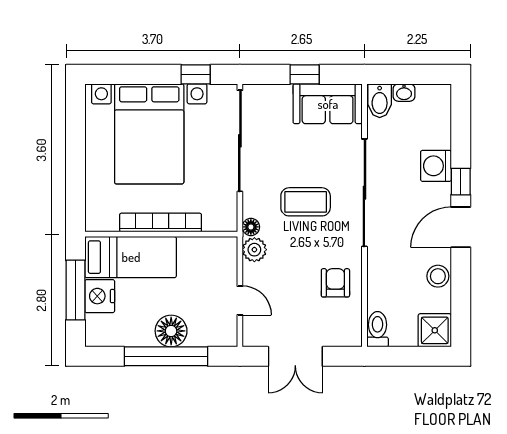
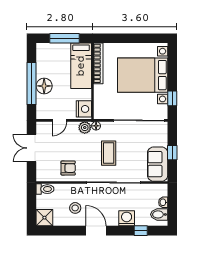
bidet: (380, 101) -> (159, 214), moved
window: (461, 182) -> (141, 231), moved
bookcase: (161, 222) -> (98, 63), moved
stool: (438, 276) -> (75, 208), moved
nightstand: (100, 296) -> (84, 109), moved, turned 90

